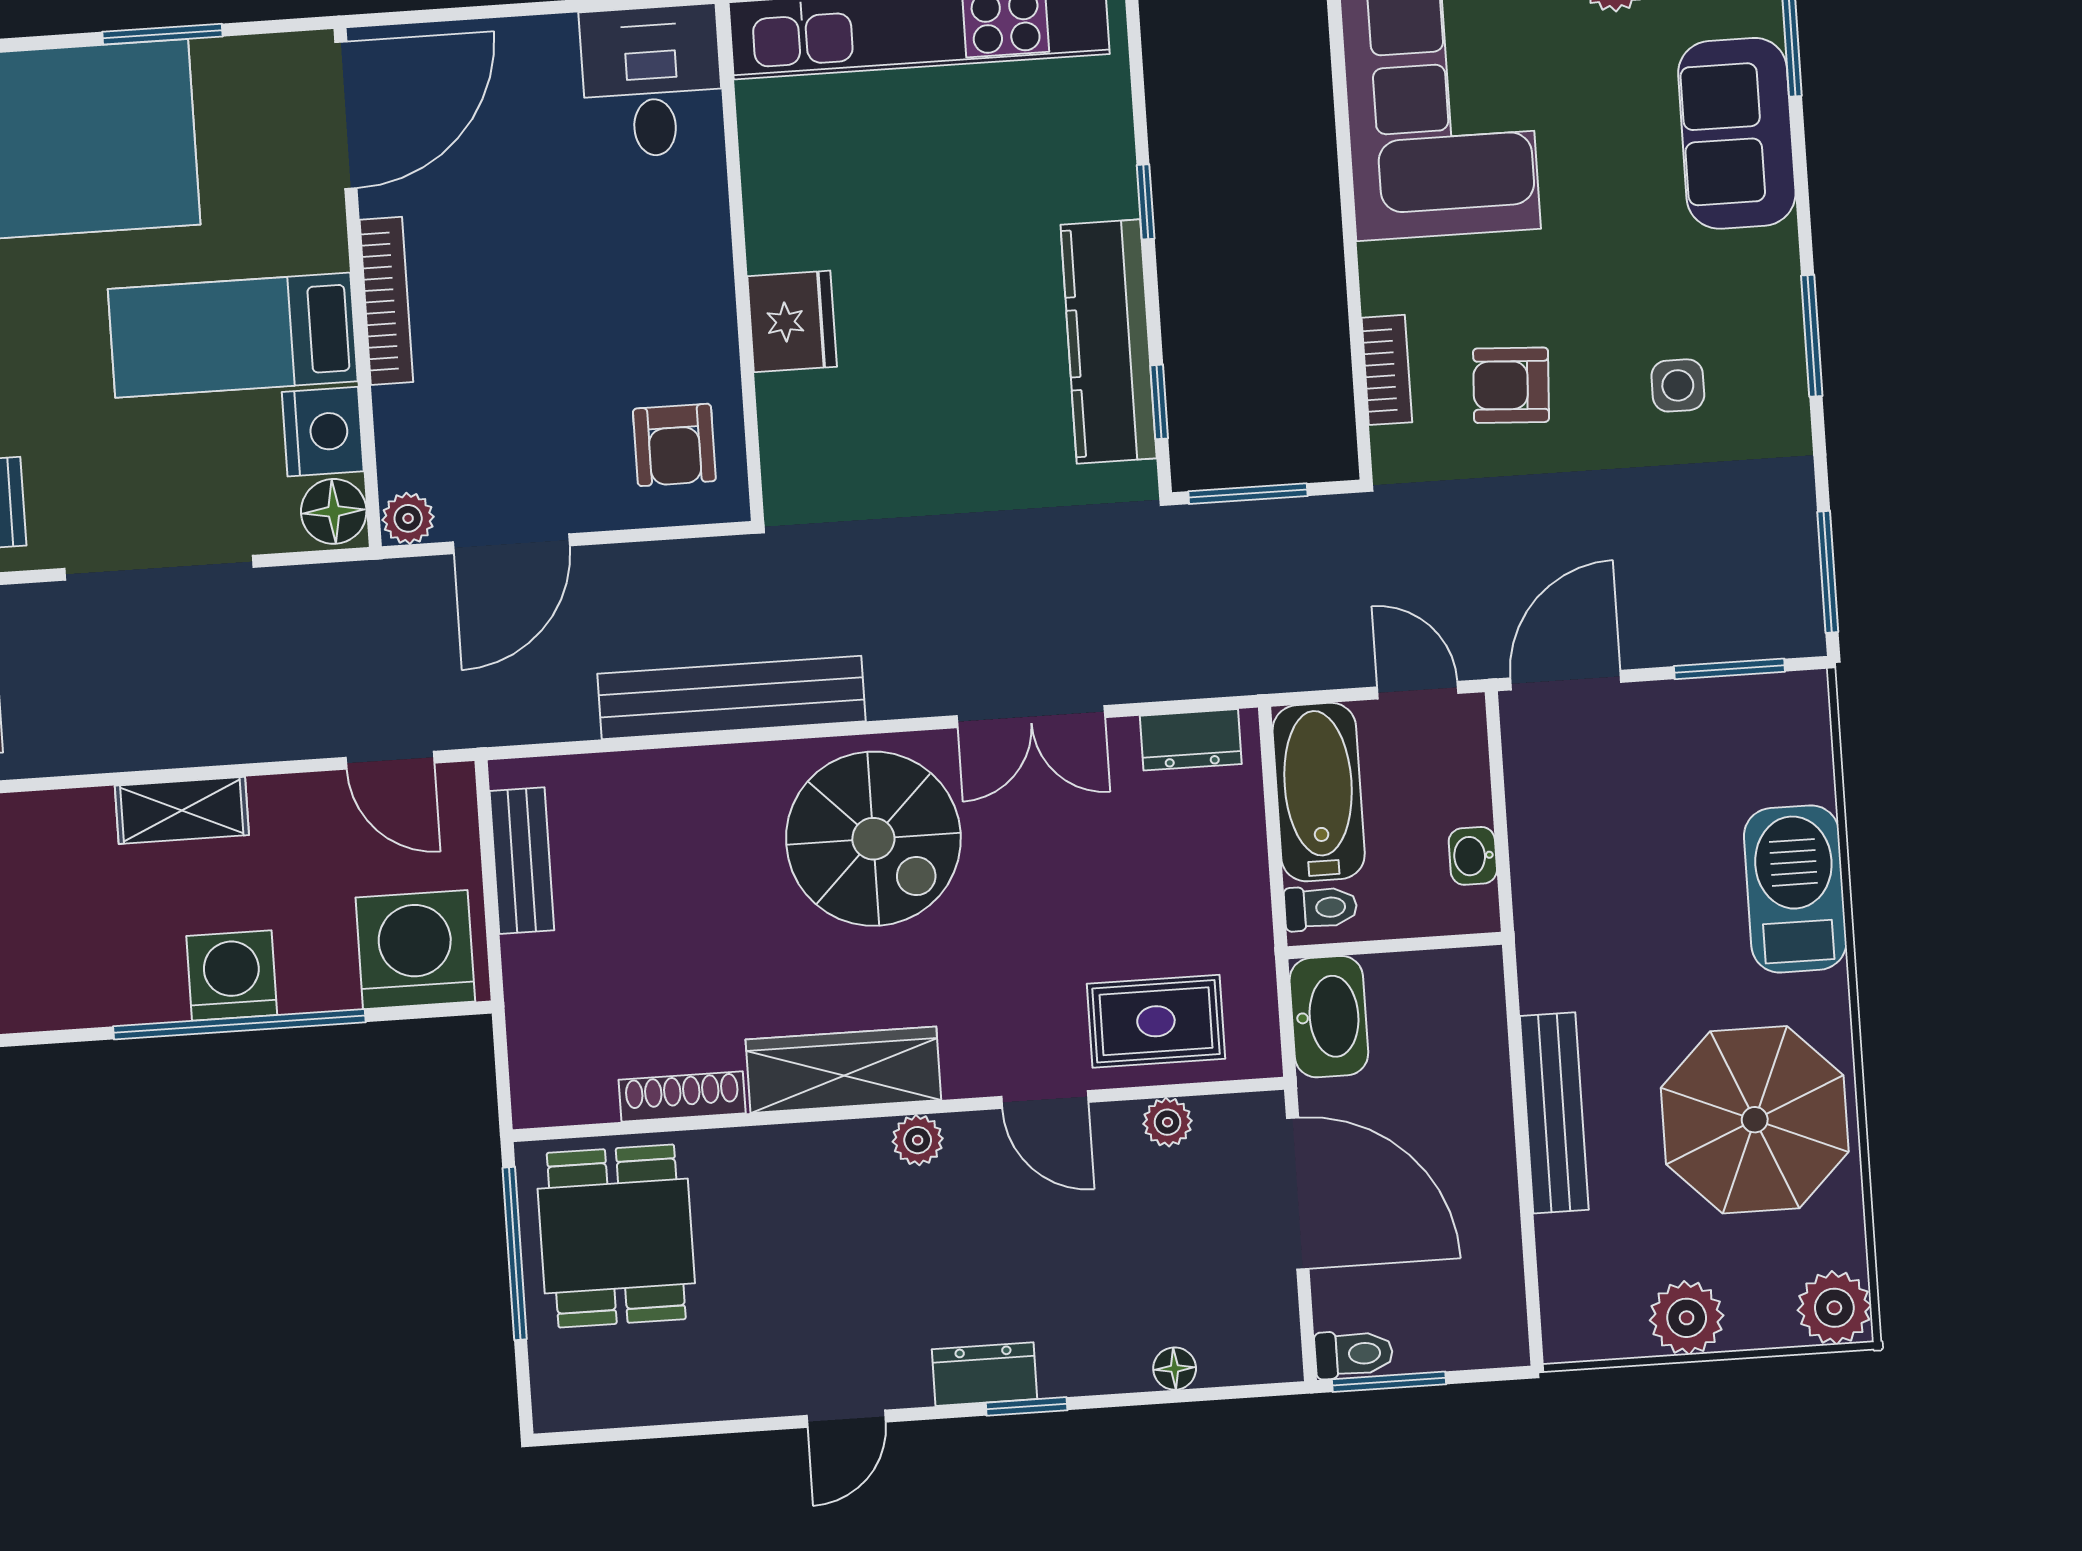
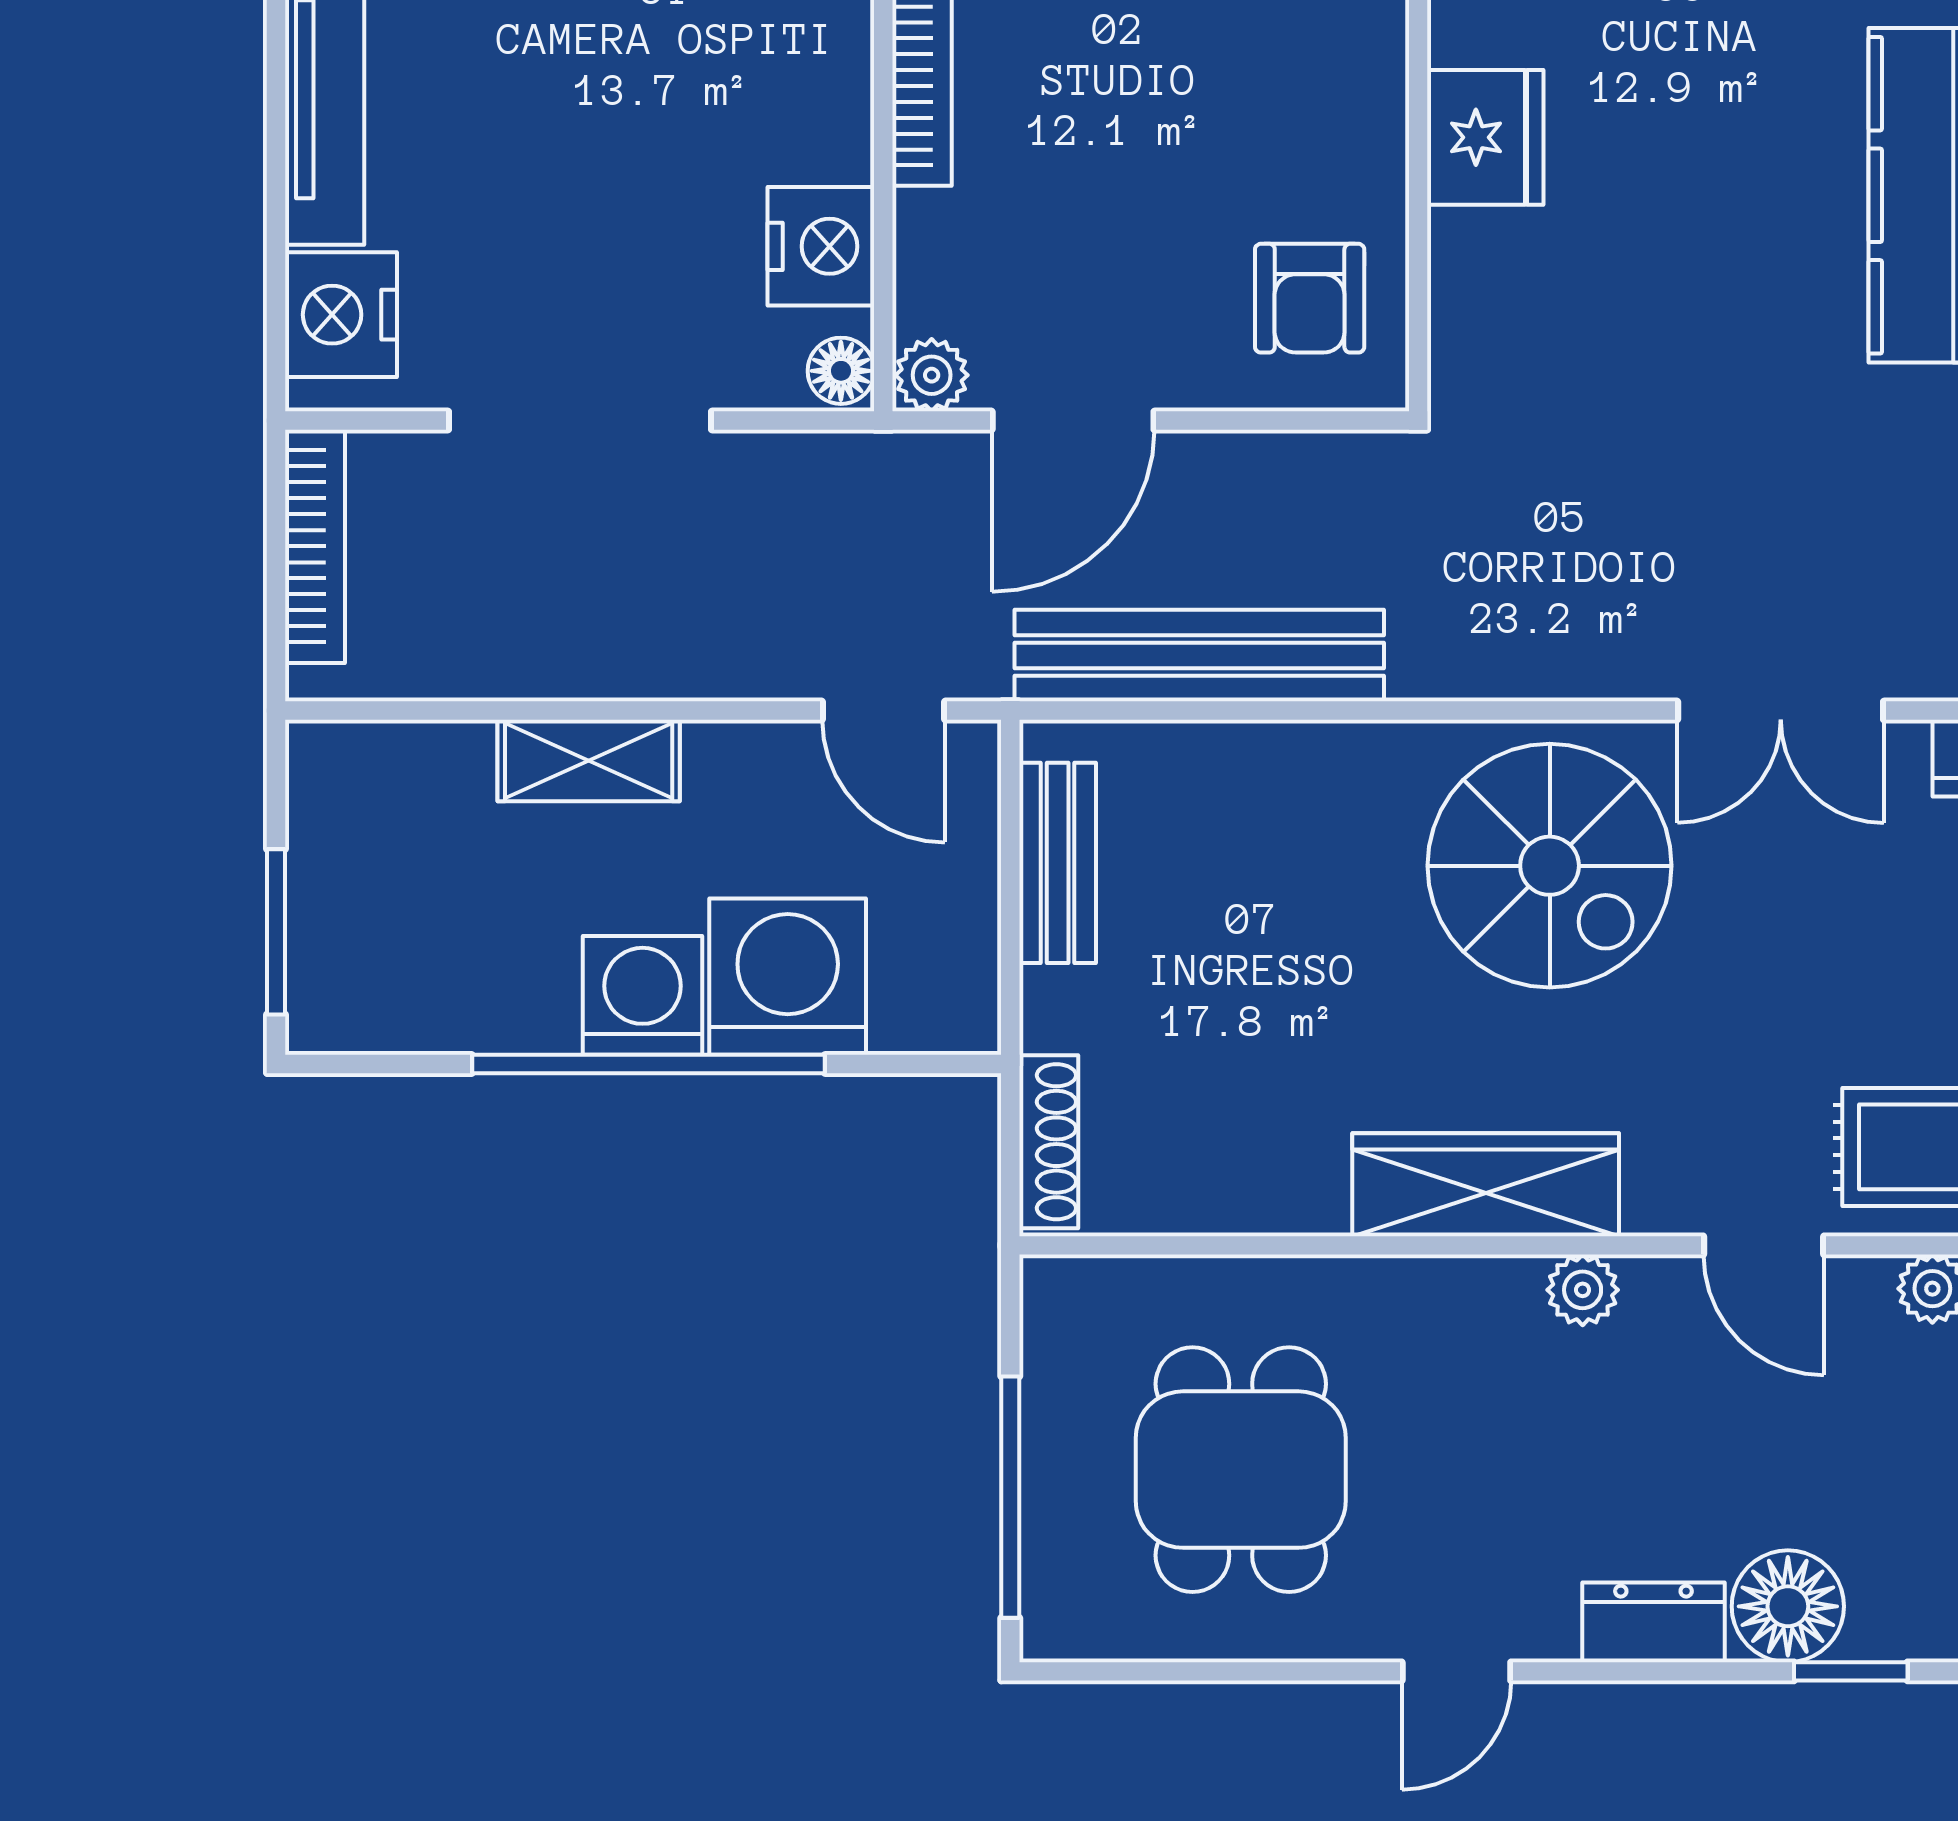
bed: (233, 335) -> (705, 103), removed
floor lamp: (334, 511) -> (841, 371), width x0.73, depth x0.73
bench: (731, 698) -> (1199, 656), moved
washing machine: (415, 950) -> (788, 977), moved
shoe rack: (682, 1097) -> (1049, 1142), moved, turned 90
dining table: (616, 1236) -> (1241, 1470), moved
window: (515, 1254) -> (1010, 1497), moved
floor lamp: (1175, 1369) -> (1788, 1606), moved, width x1.89, depth x1.89
window: (1027, 1406) -> (1851, 1671), moved

